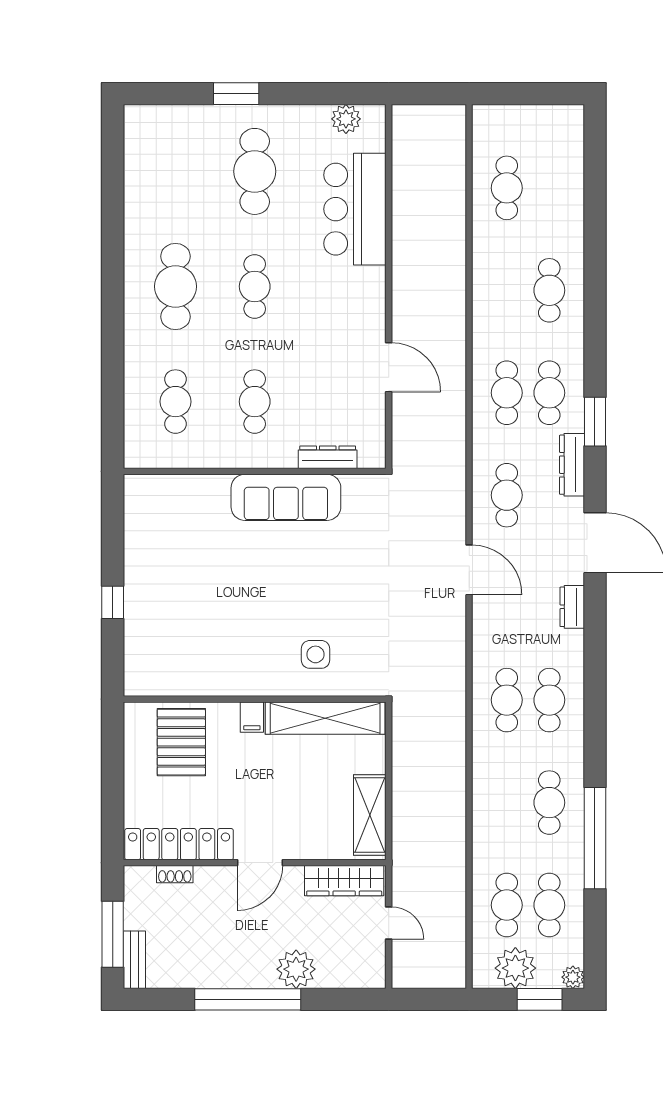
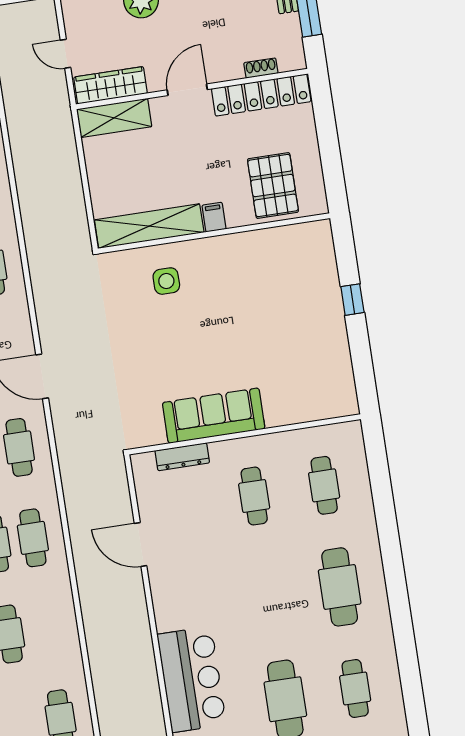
cafe table: (255, 286) -> (355, 689), moved
shelving: (370, 815) -> (114, 118), moved, turned 90

